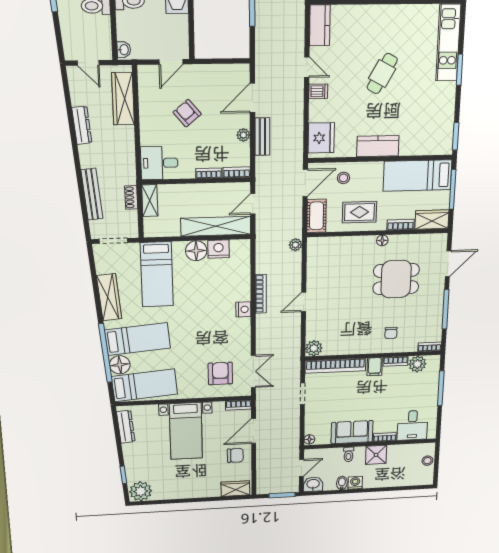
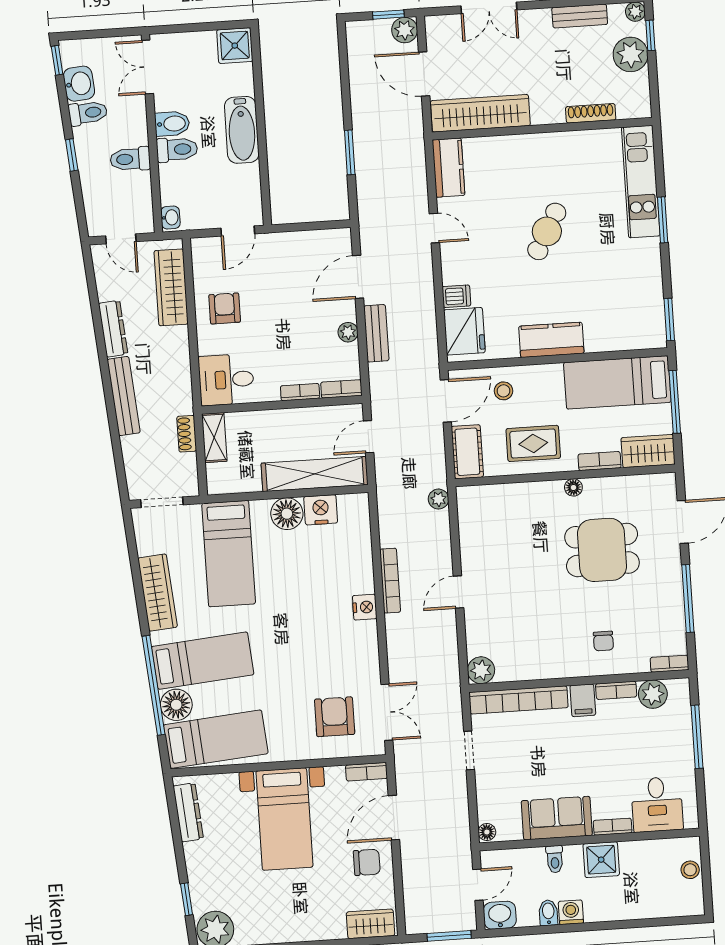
dishwasher: (318, 91) -> (456, 296), moved
armchair: (187, 113) -> (225, 308), moved, turned 40
bench: (92, 194) -> (124, 396), moved

